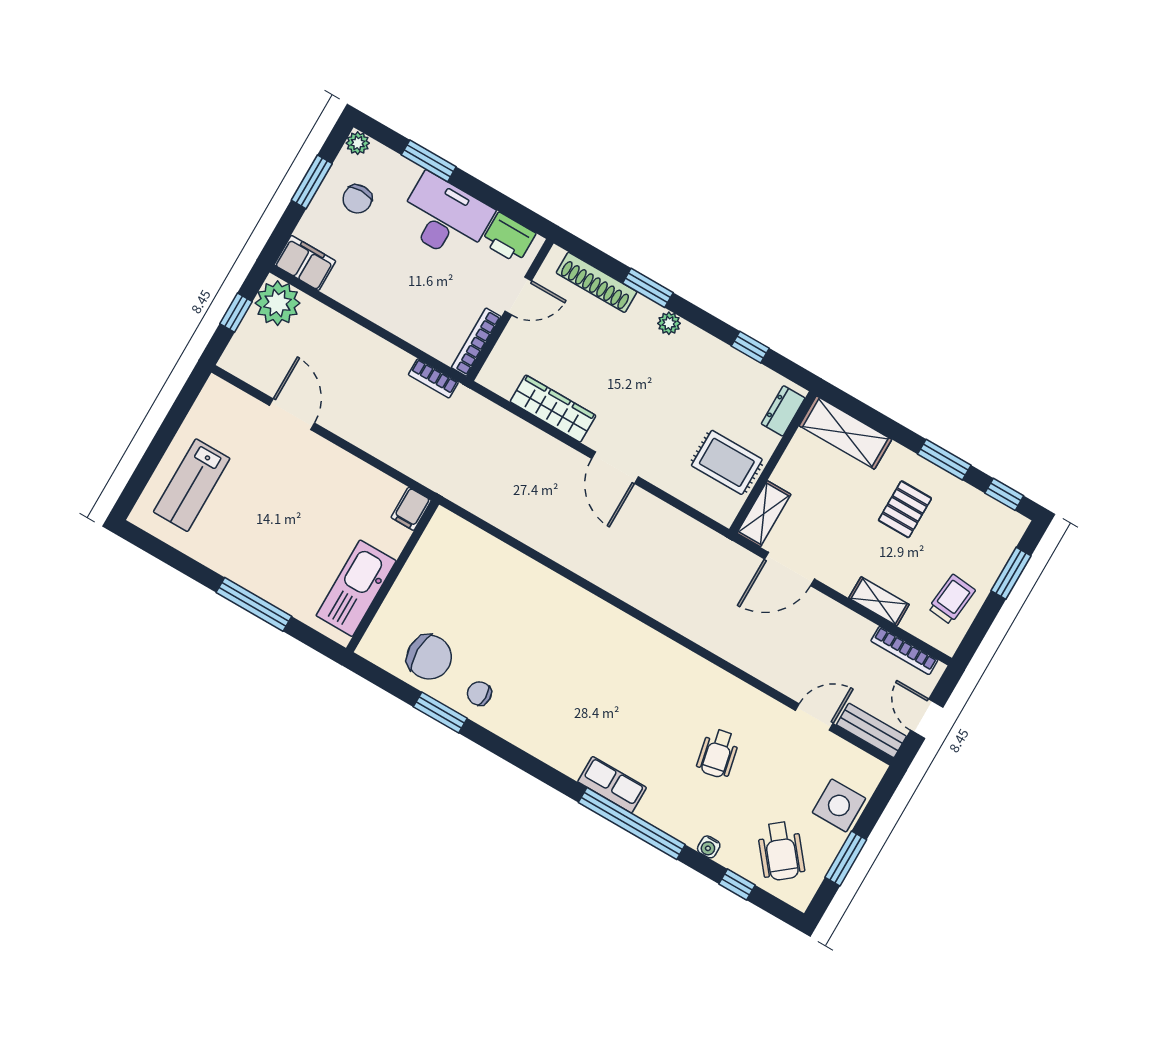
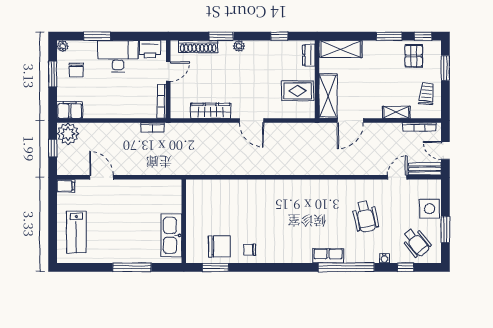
filing cabinet: (411, 509) -> (66, 186), moved, turned -90
pallet: (905, 509) -> (414, 56), moved
shelving: (764, 514) -> (328, 96), width x1.50, depth x1.33
window: (440, 712) -> (216, 267), moved
wheelchair: (718, 753) -> (365, 216), width x1.36, depth x1.37

